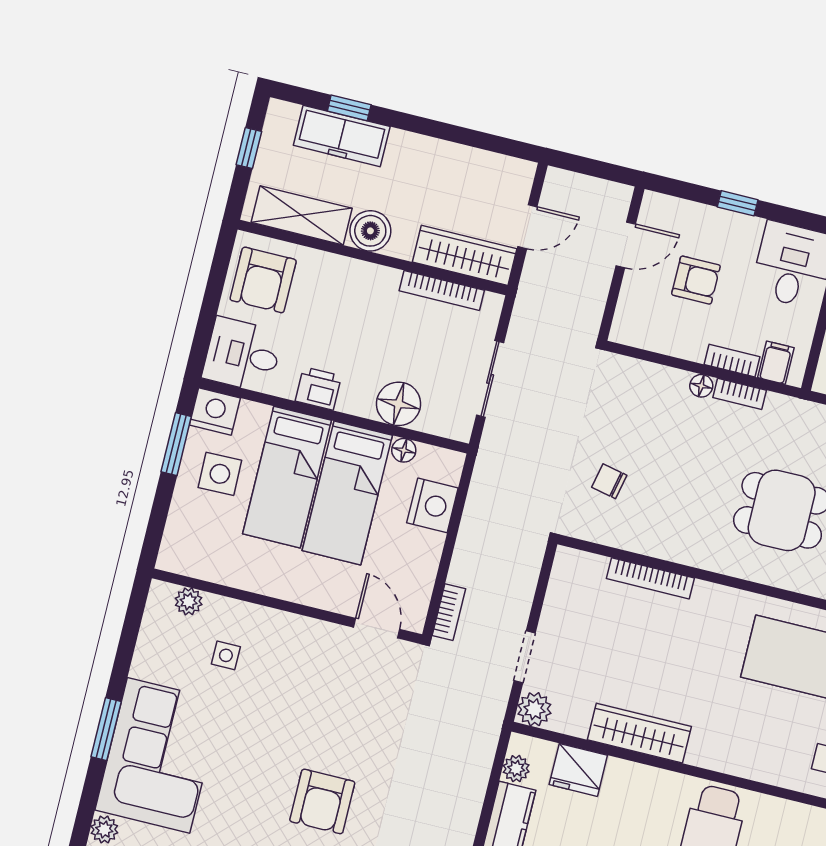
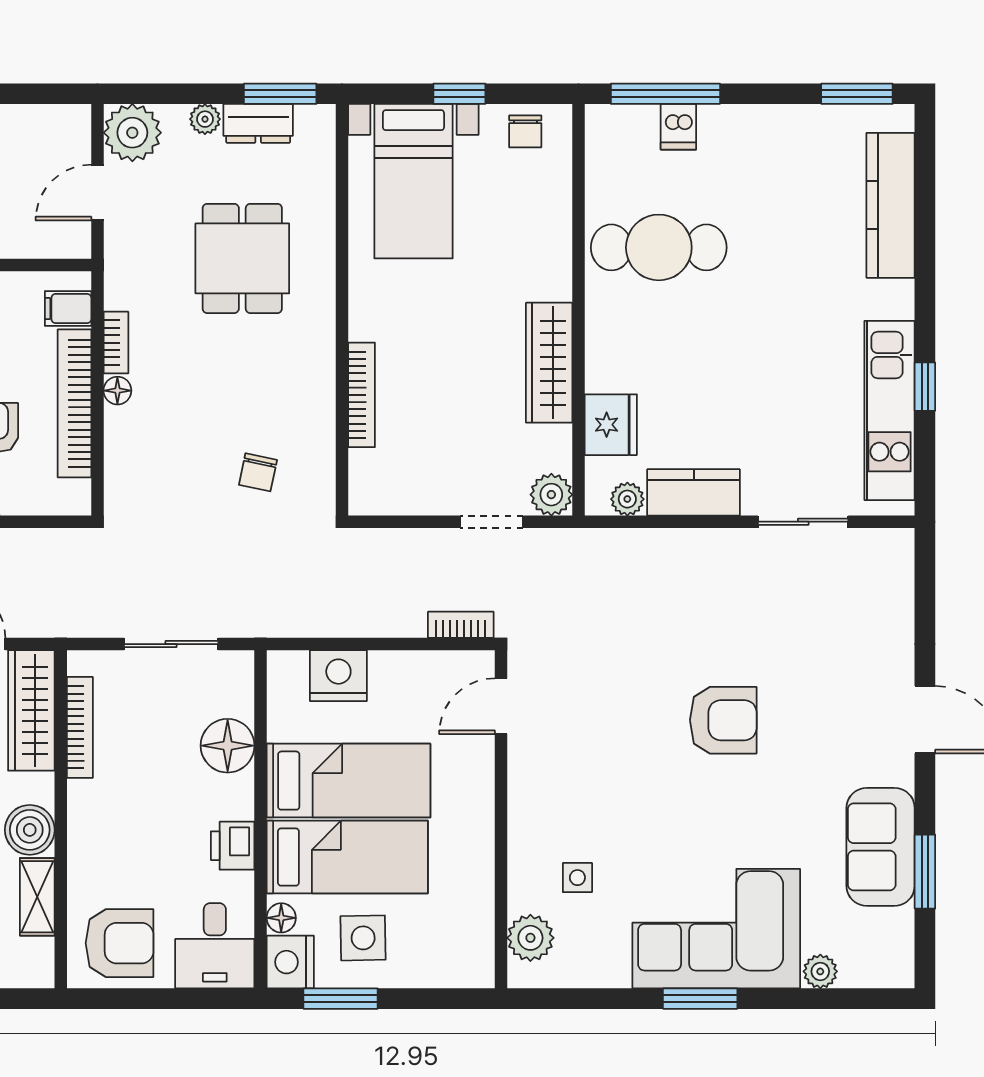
shelving: (302, 215) -> (37, 897), width x0.67, depth x0.75
bookcase: (732, 361) -> (75, 403), width x2.31, depth x1.31
floor lamp: (404, 450) -> (281, 918), moved
plant: (189, 601) -> (530, 938), width x1.38, depth x1.38

